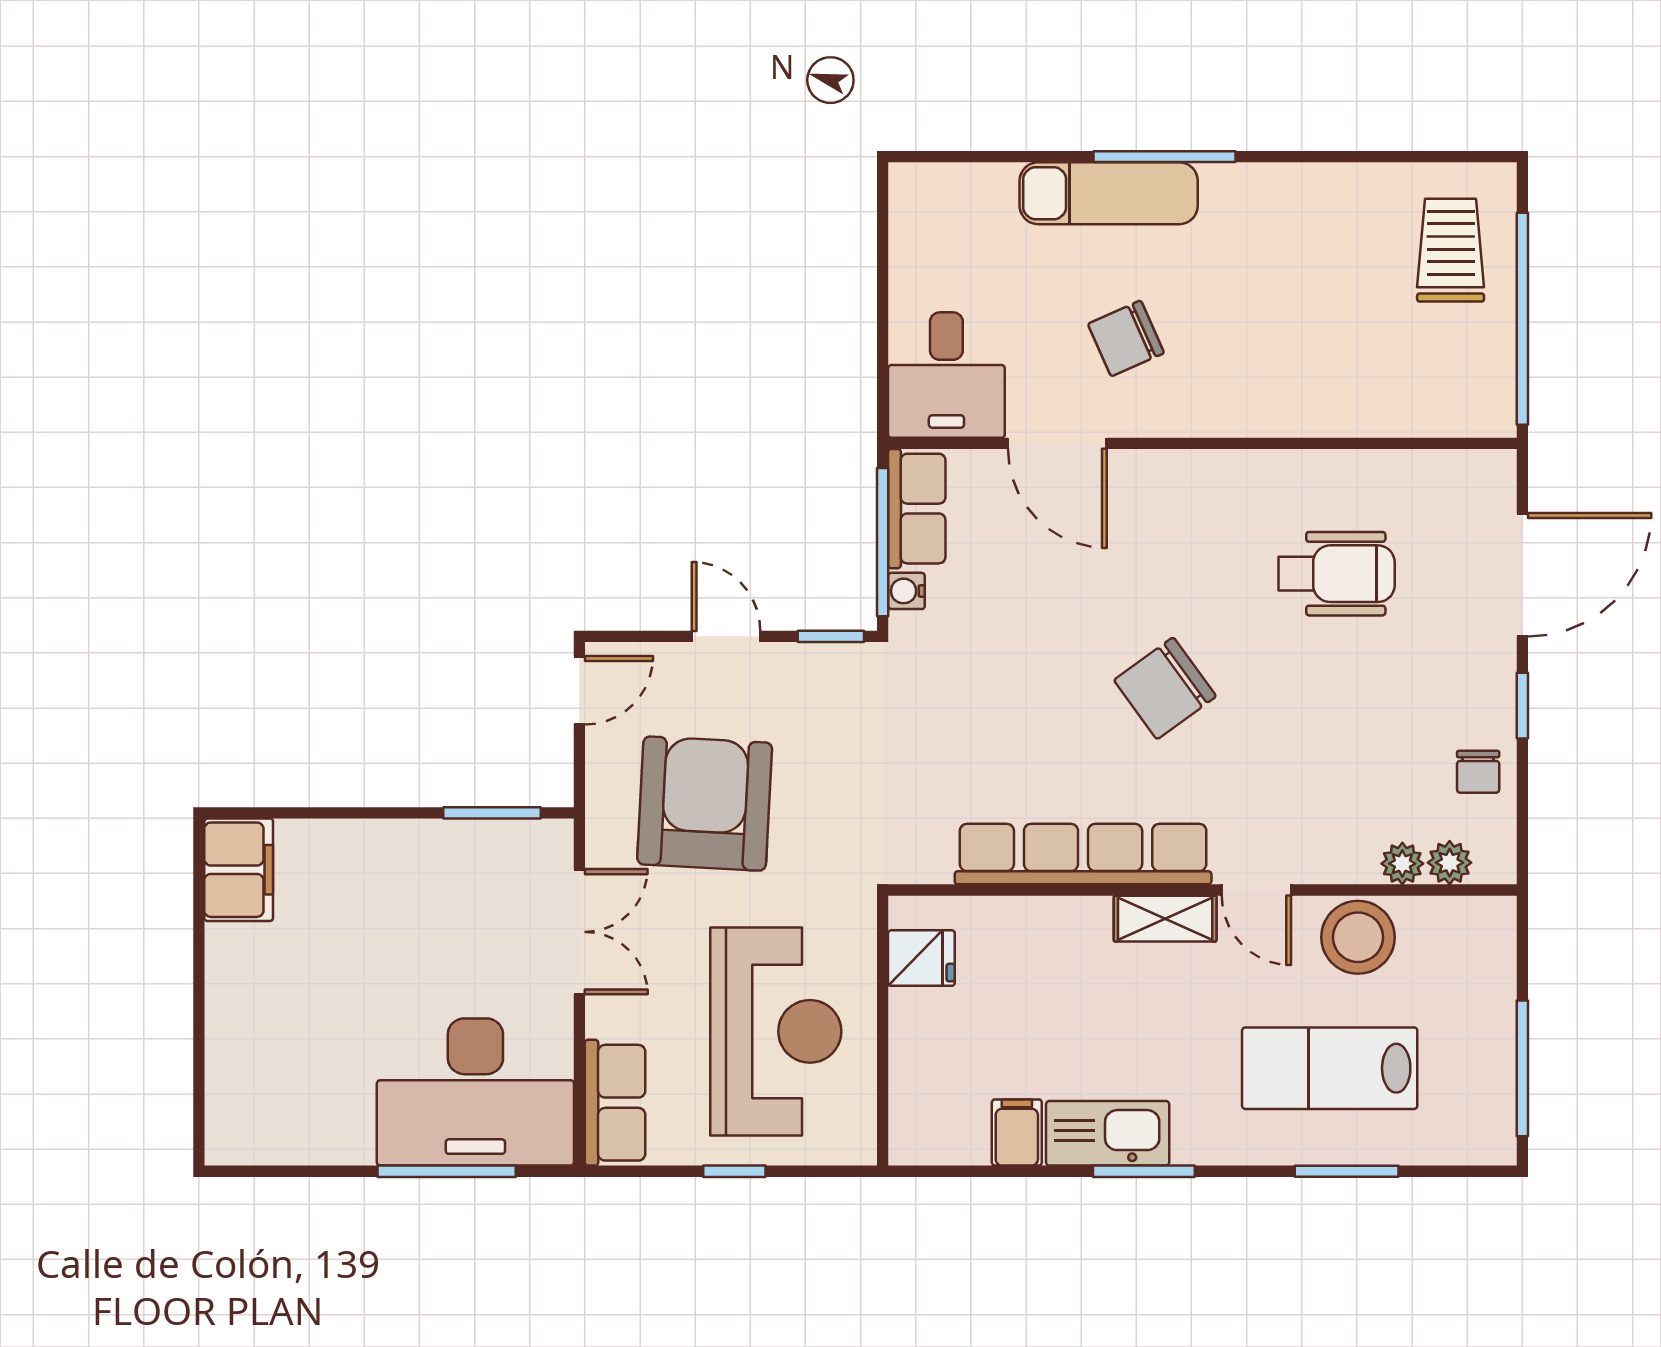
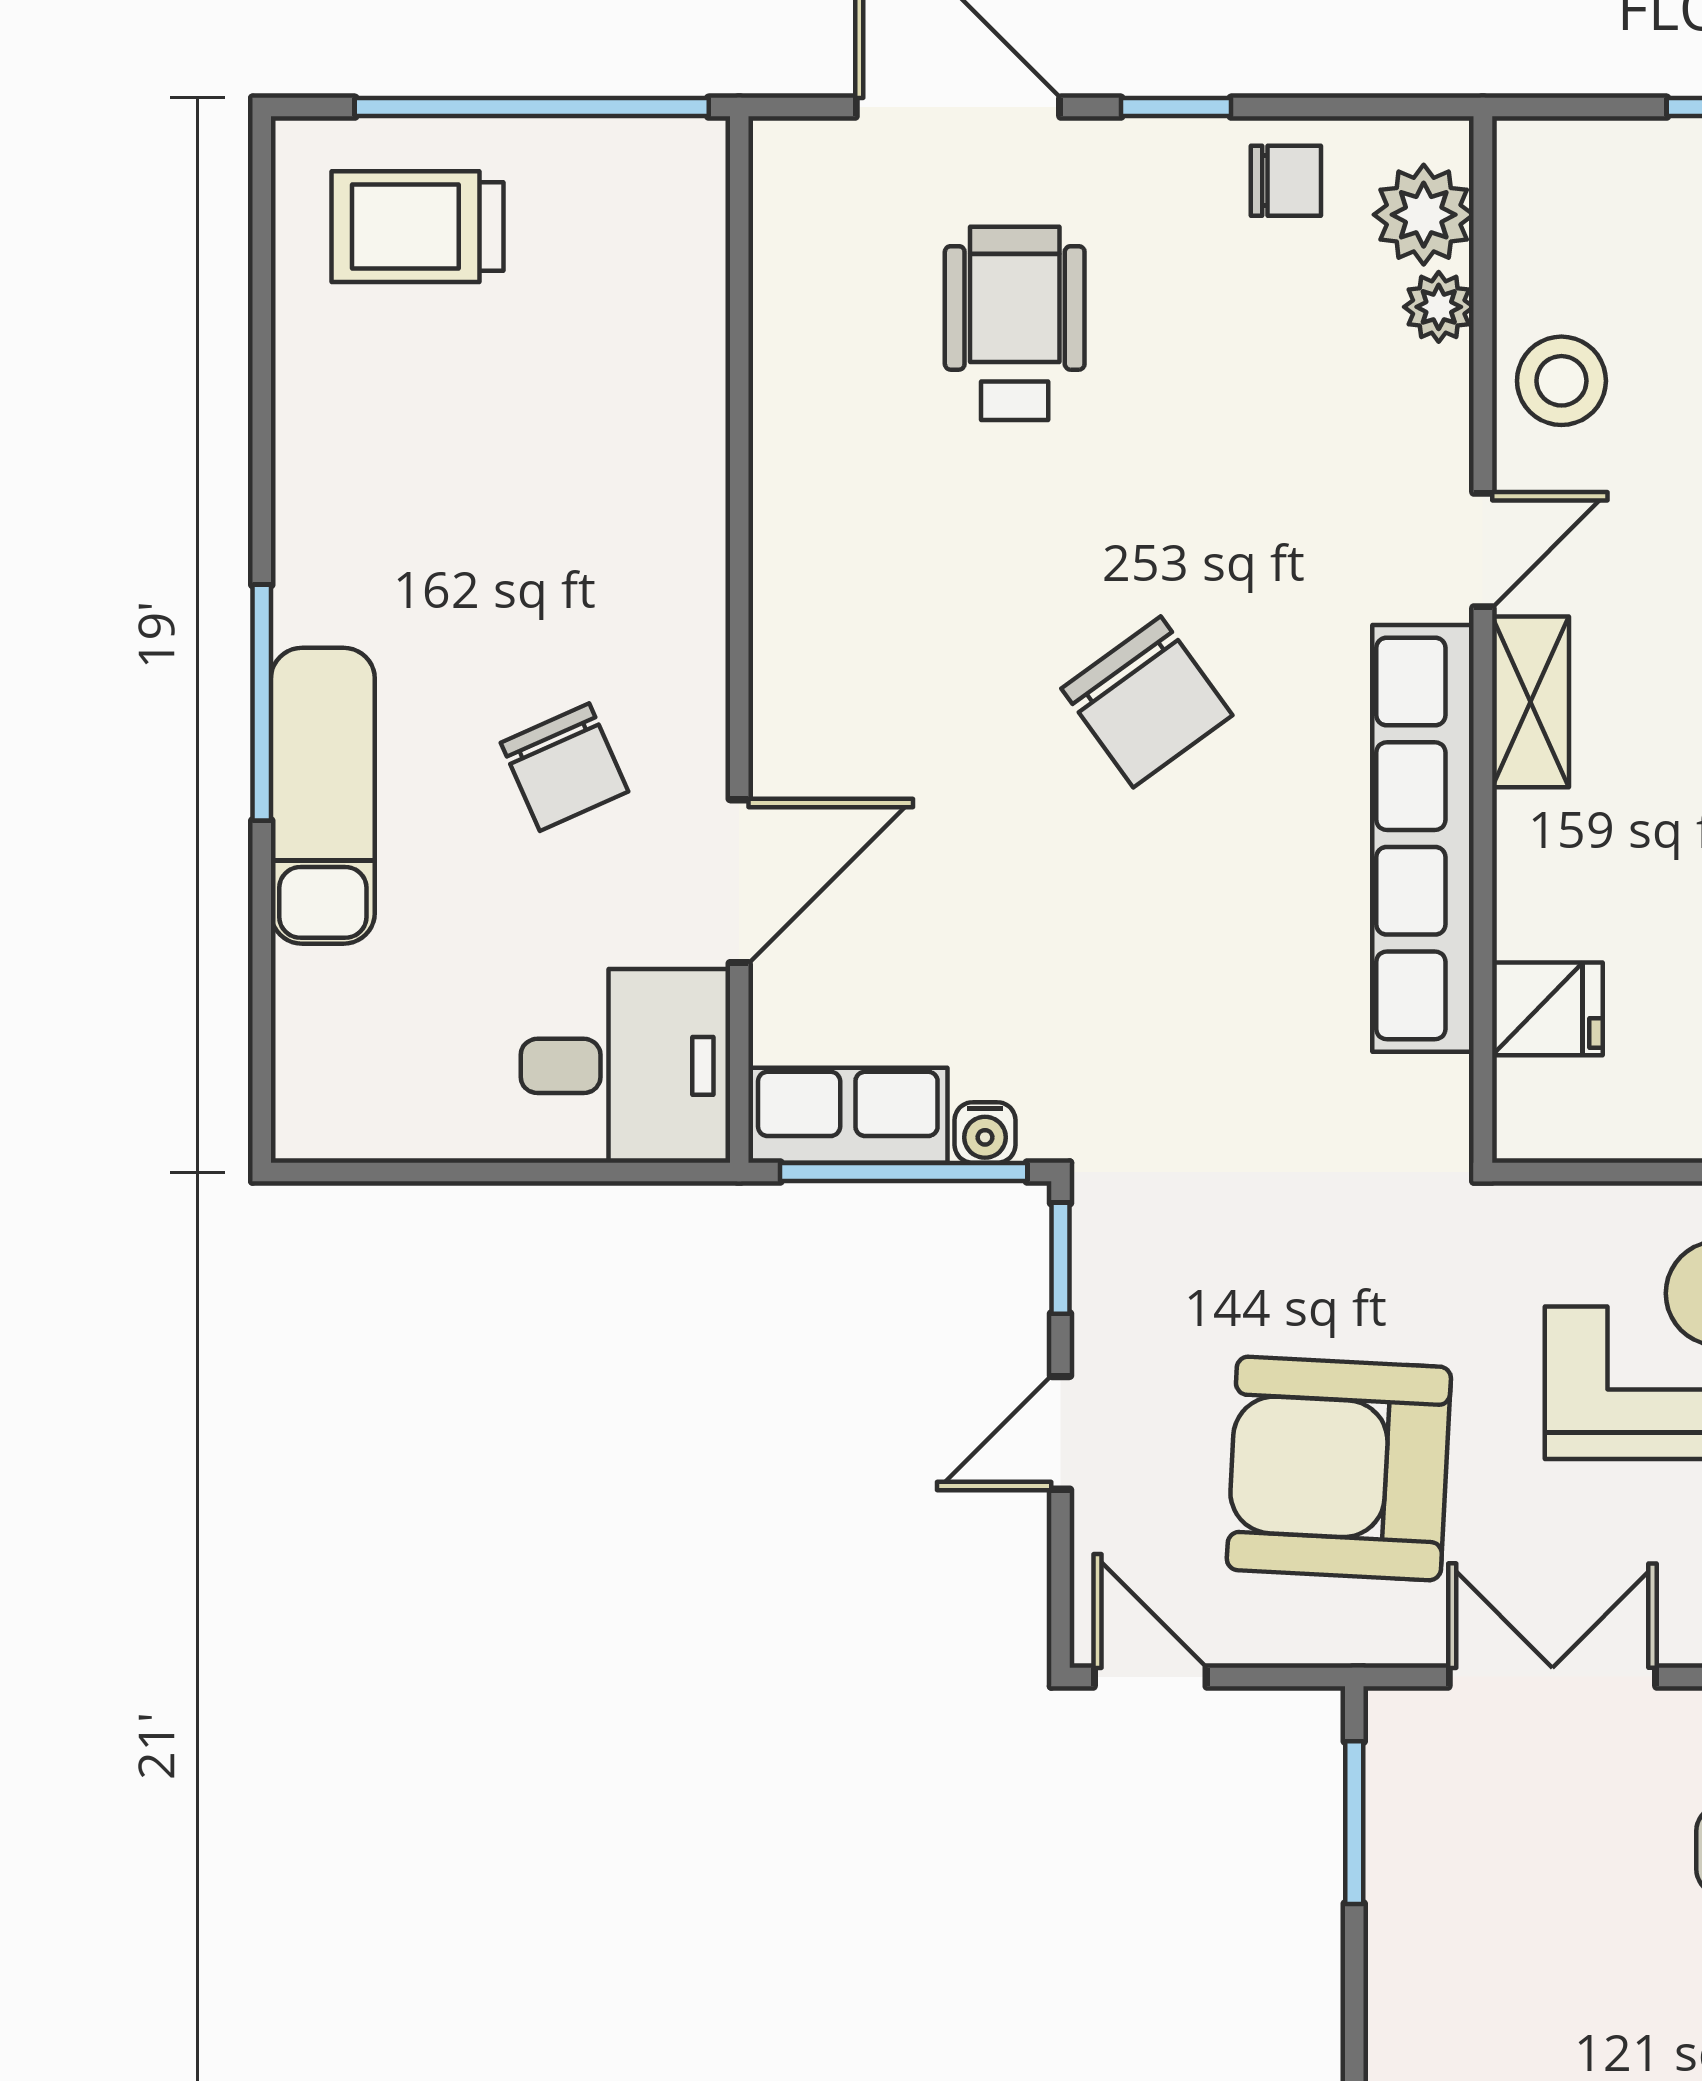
wheelchair: (1337, 574) -> (1015, 323), moved
plant: (1450, 863) -> (1424, 215), width x1.38, depth x1.38
stool: (1358, 937) -> (1561, 381), width x0.73, depth x0.73
fridge: (921, 958) -> (1547, 1009), moved, turned 90

